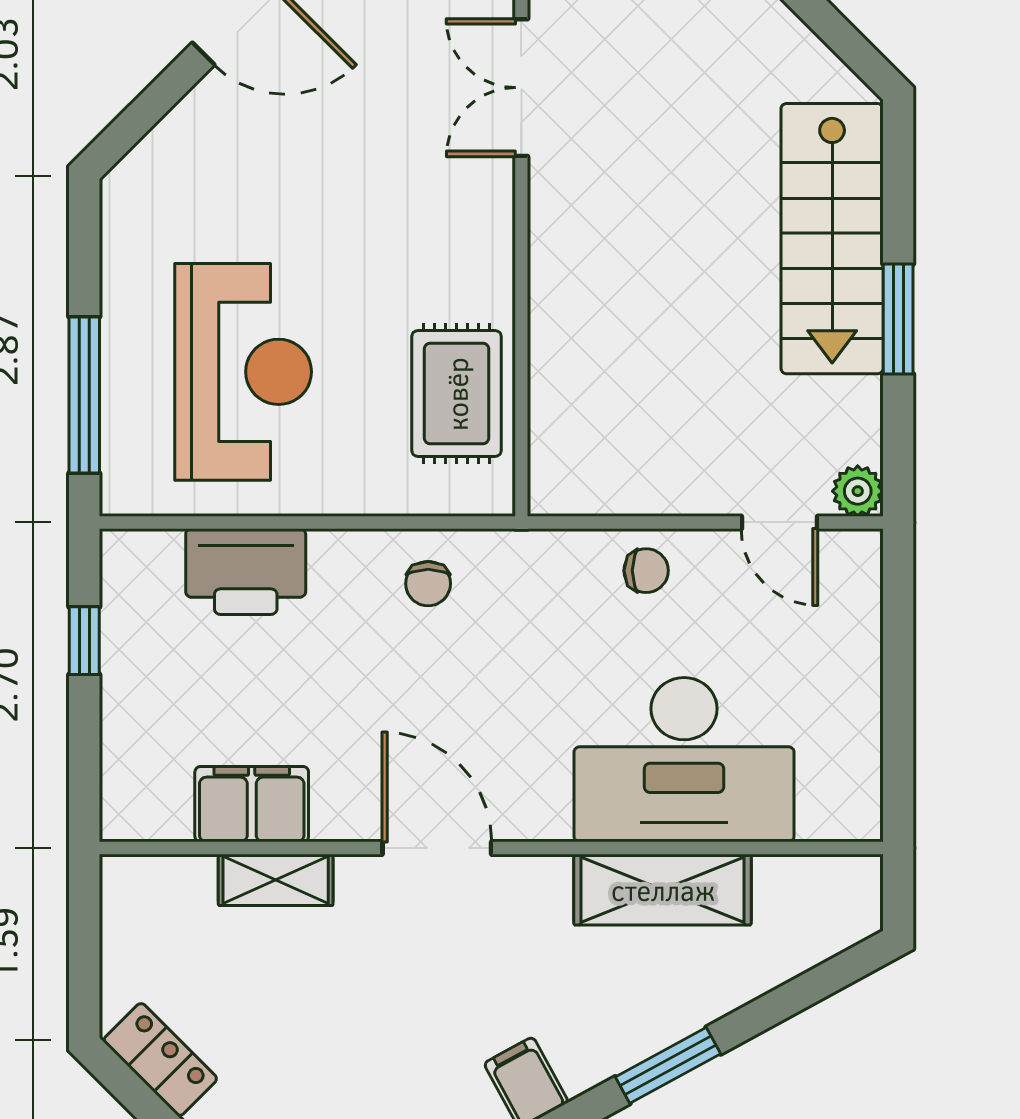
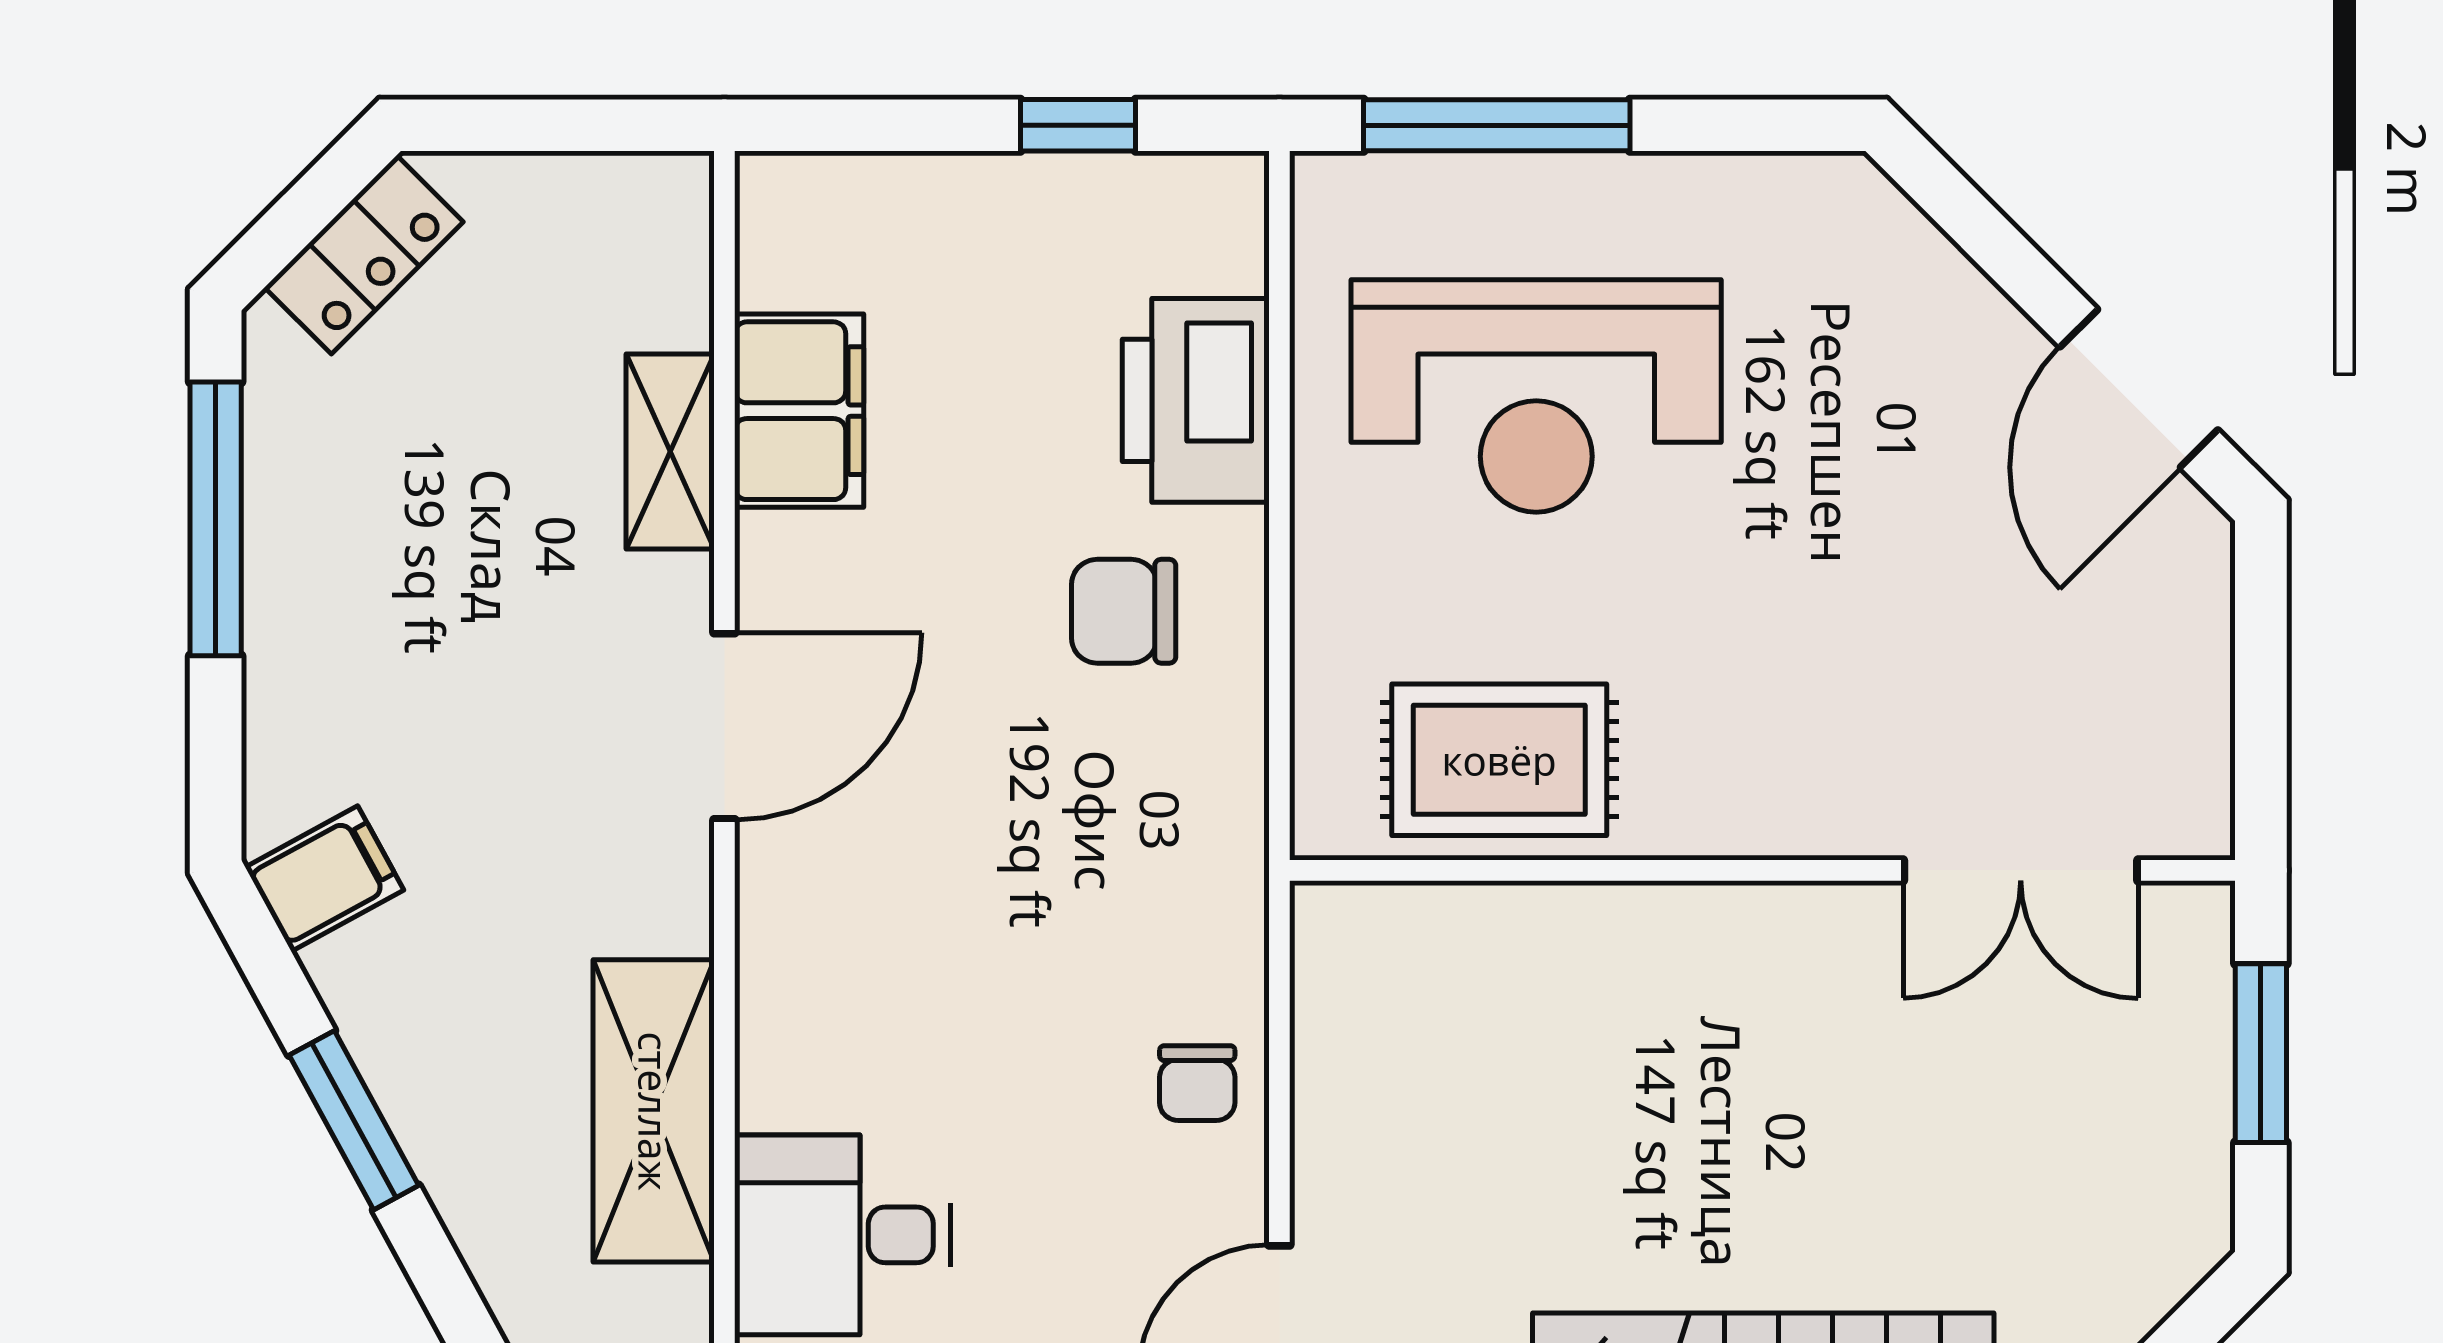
double door: (521, 88) -> (2021, 870), swing flipped
chair: (428, 584) -> (1124, 611), moved, width x1.37, depth x1.37
desk: (684, 760) -> (843, 1235), width x0.53, depth x0.77

